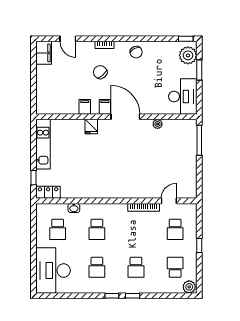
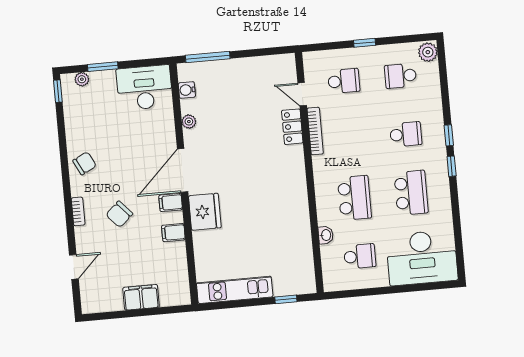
filing cabinet: (44, 53) -> (141, 297), moved
plant: (188, 55) -> (82, 79), width x0.53, depth x0.53
water cooler: (179, 124) -> (187, 90), added
fridge: (91, 127) -> (205, 212), width x1.88, depth x1.34
locker: (48, 192) -> (292, 127), moved
school desk: (97, 229) -> (354, 198), width x1.85
school desk: (97, 267) -> (411, 193), width x1.85

